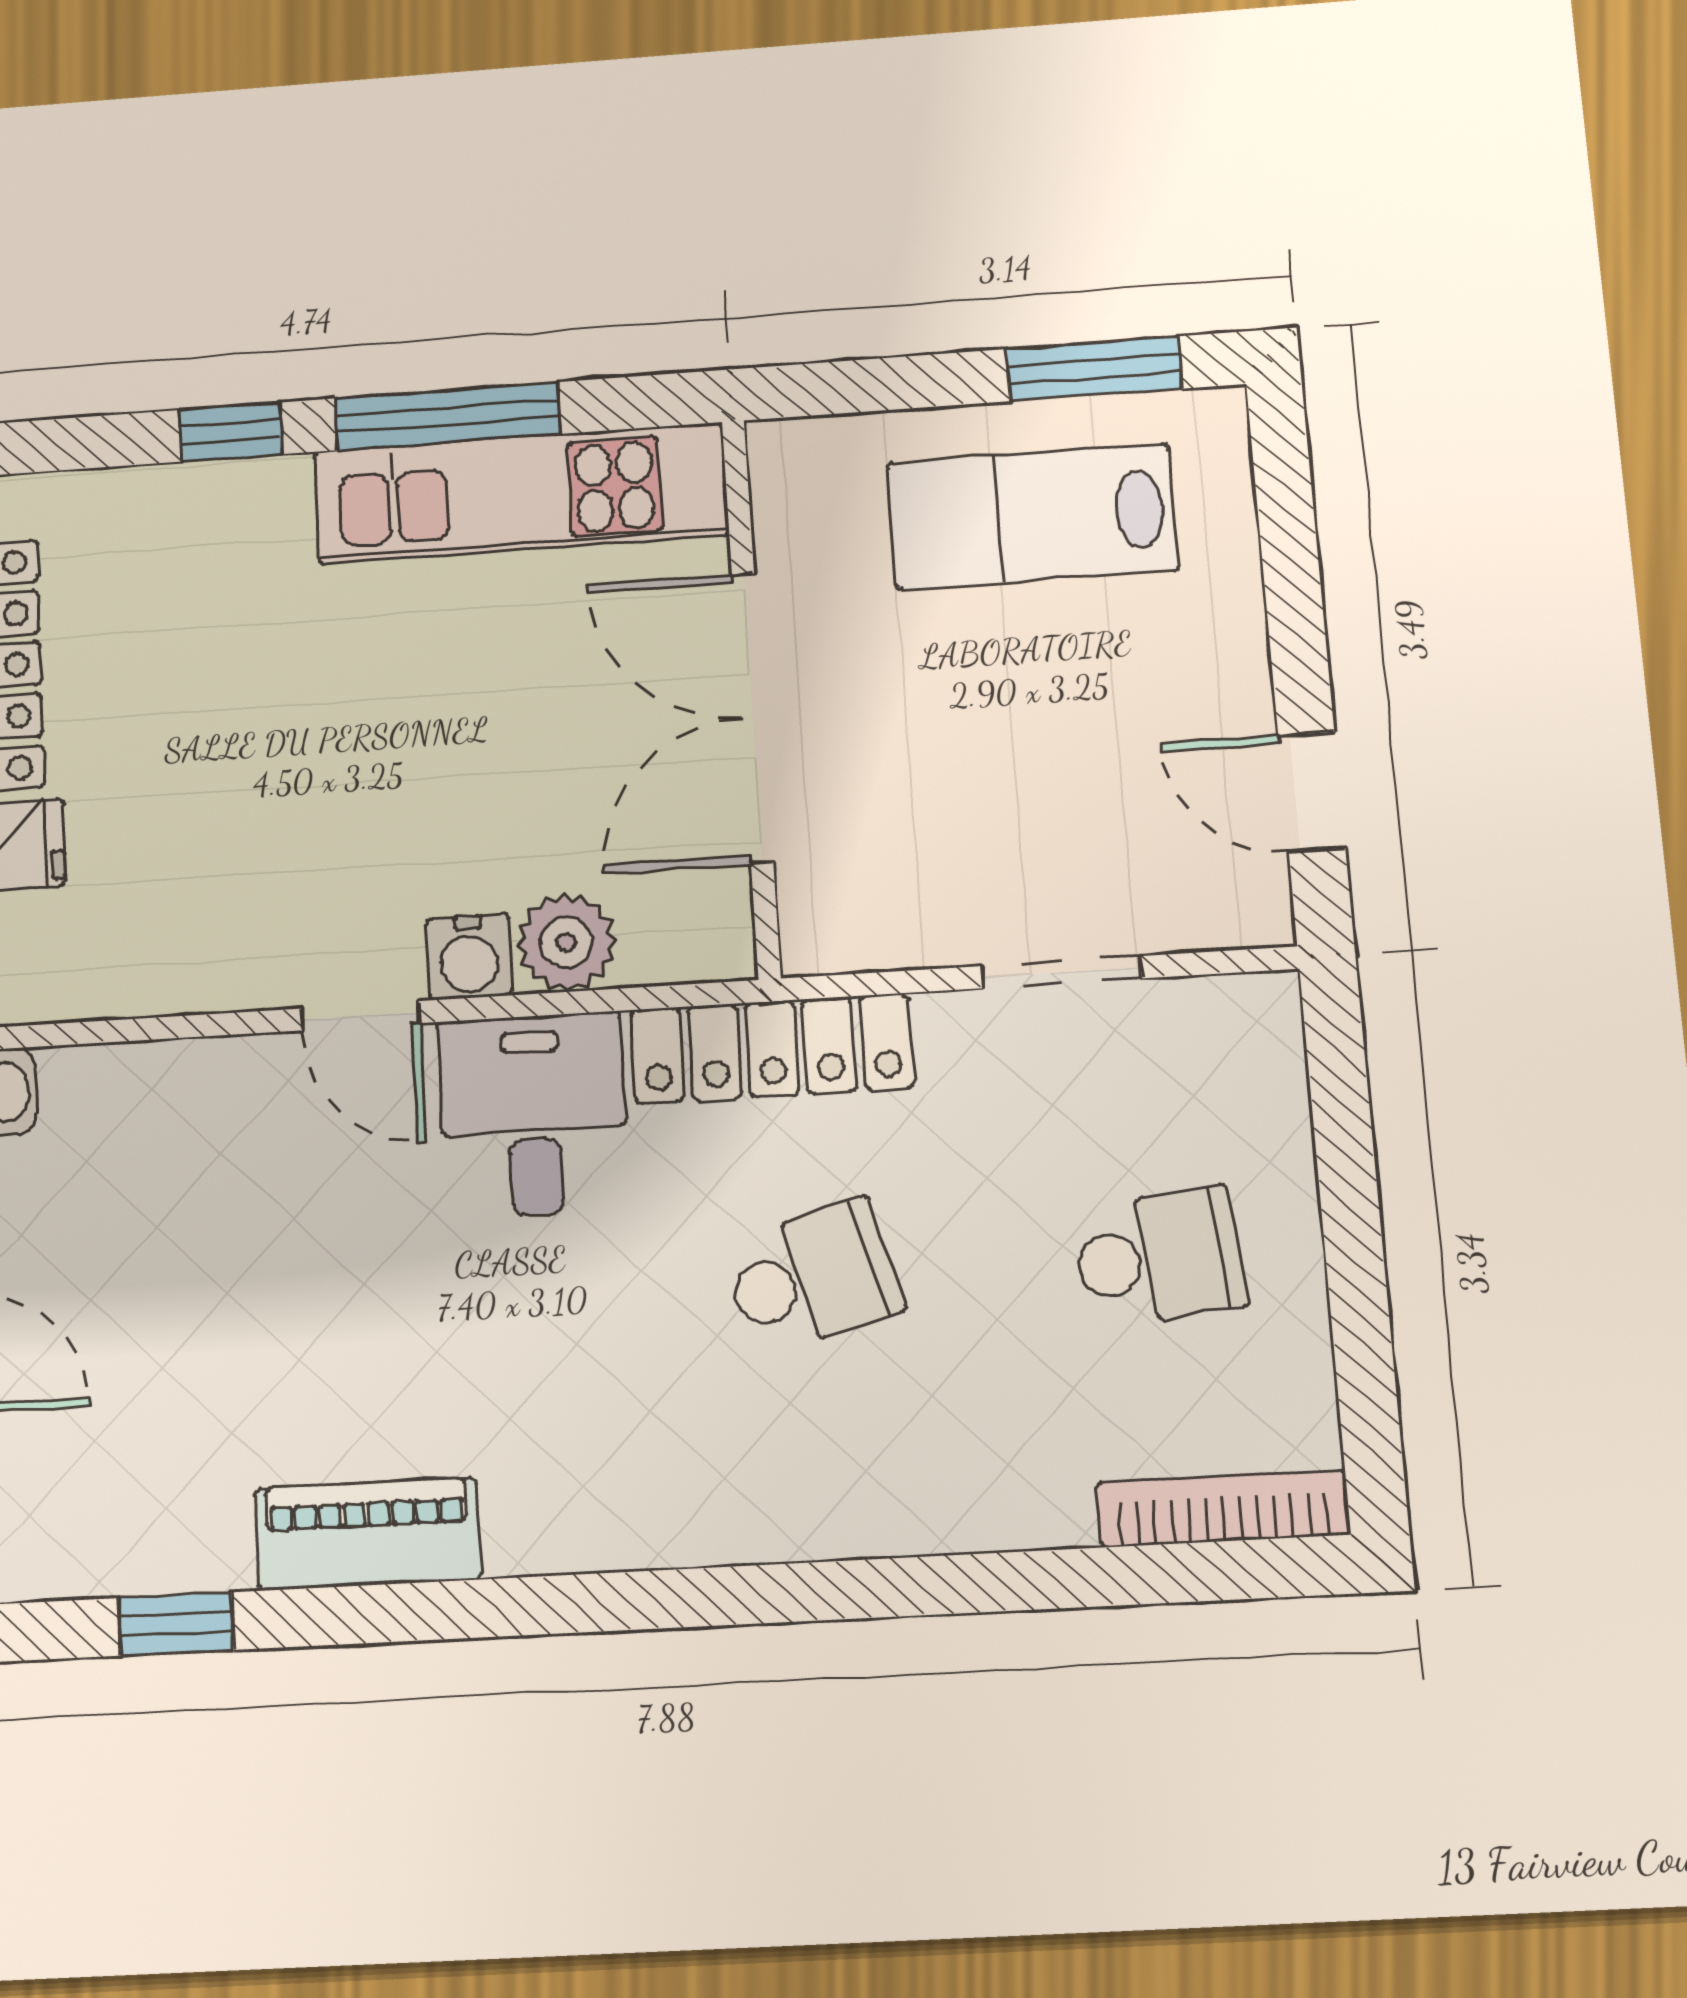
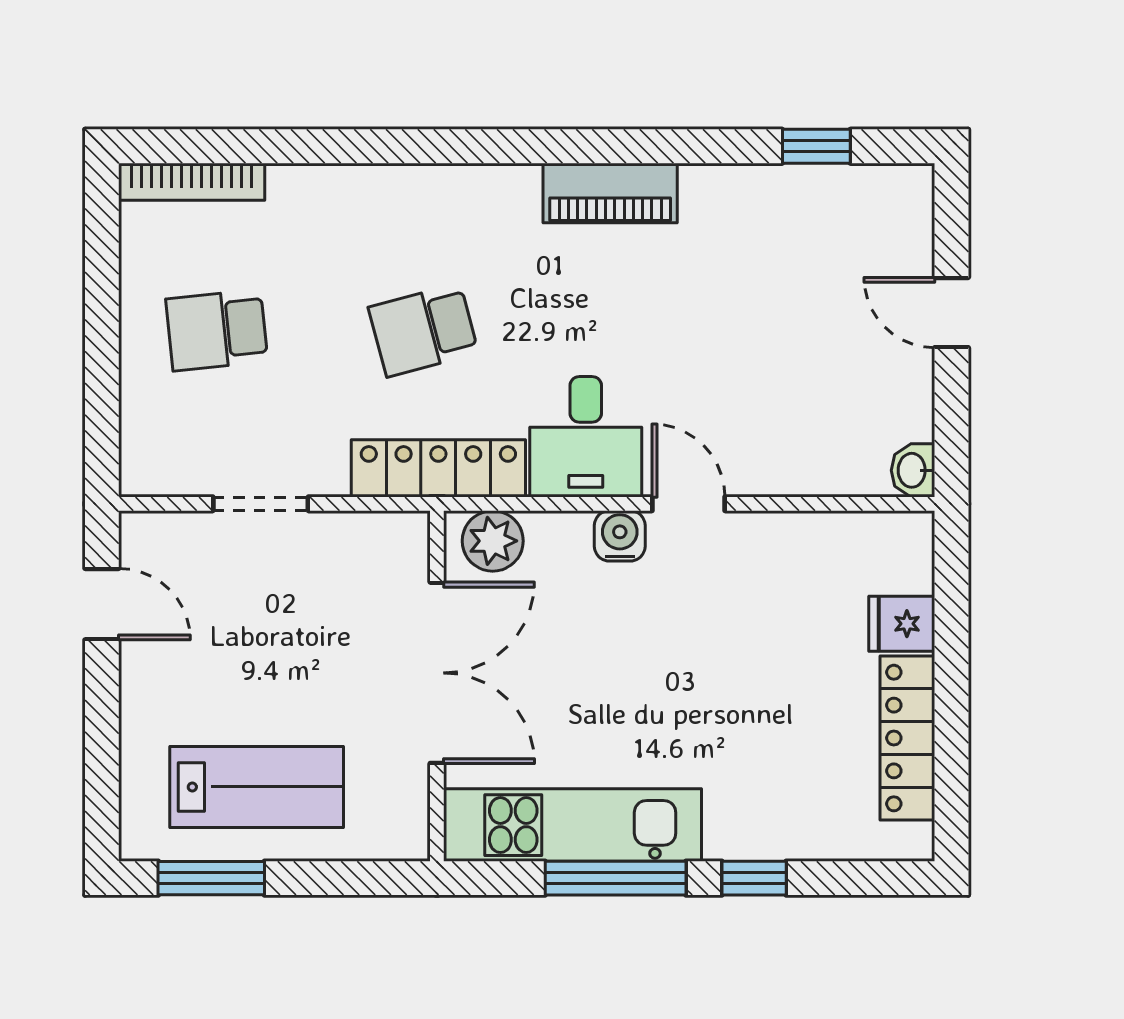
plant: (566, 942) -> (493, 541), moved
piano: (367, 1534) -> (610, 193), moved

